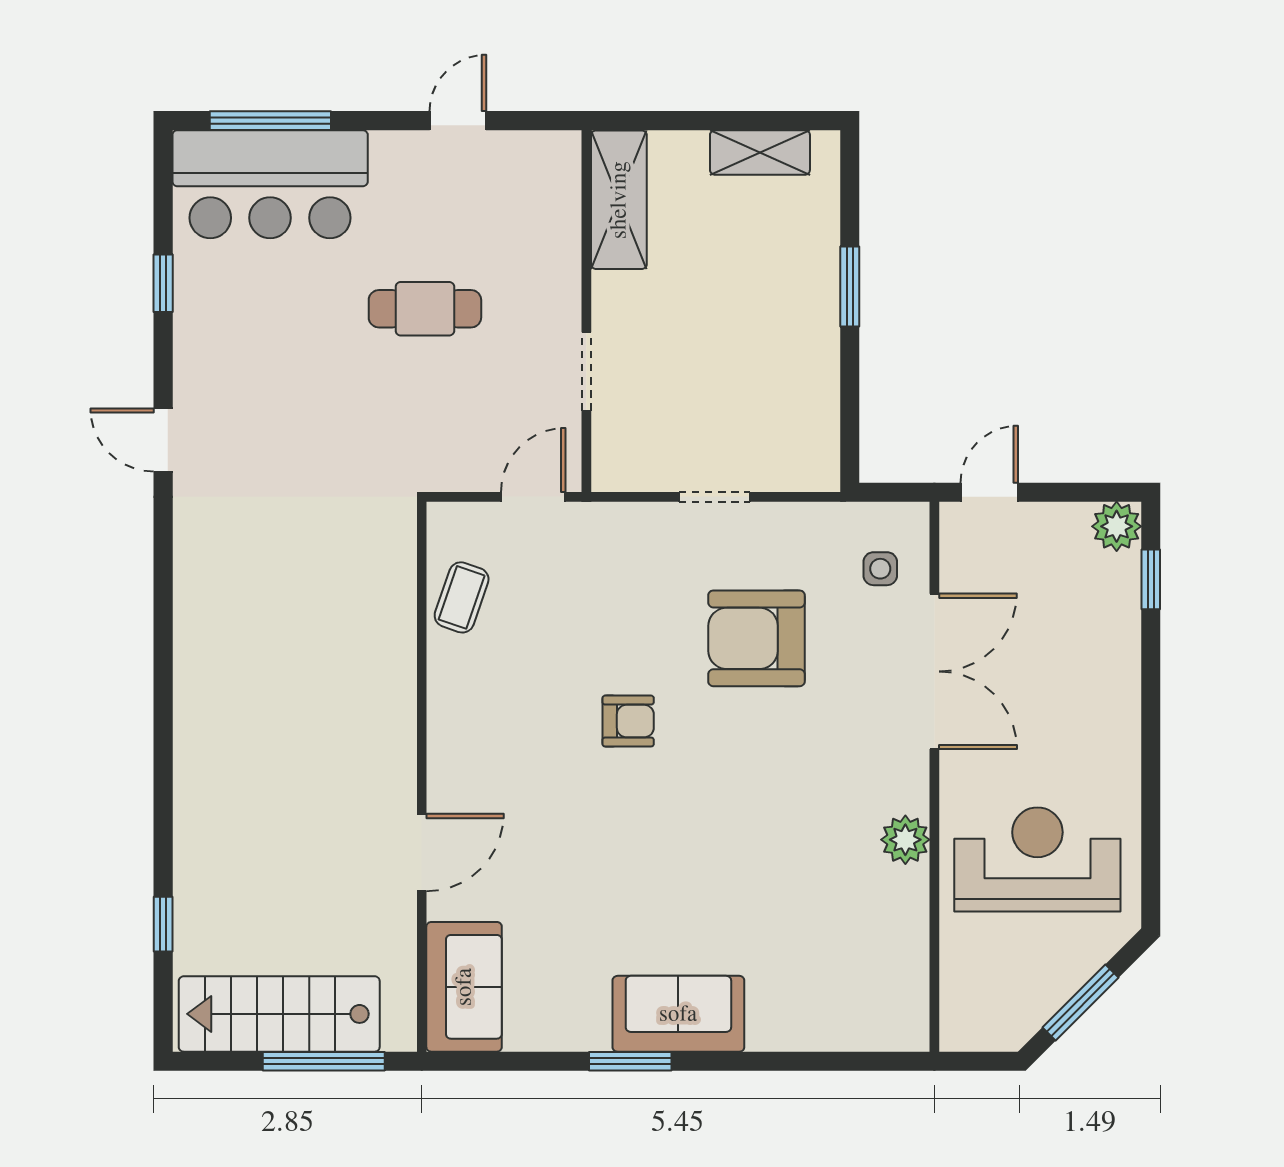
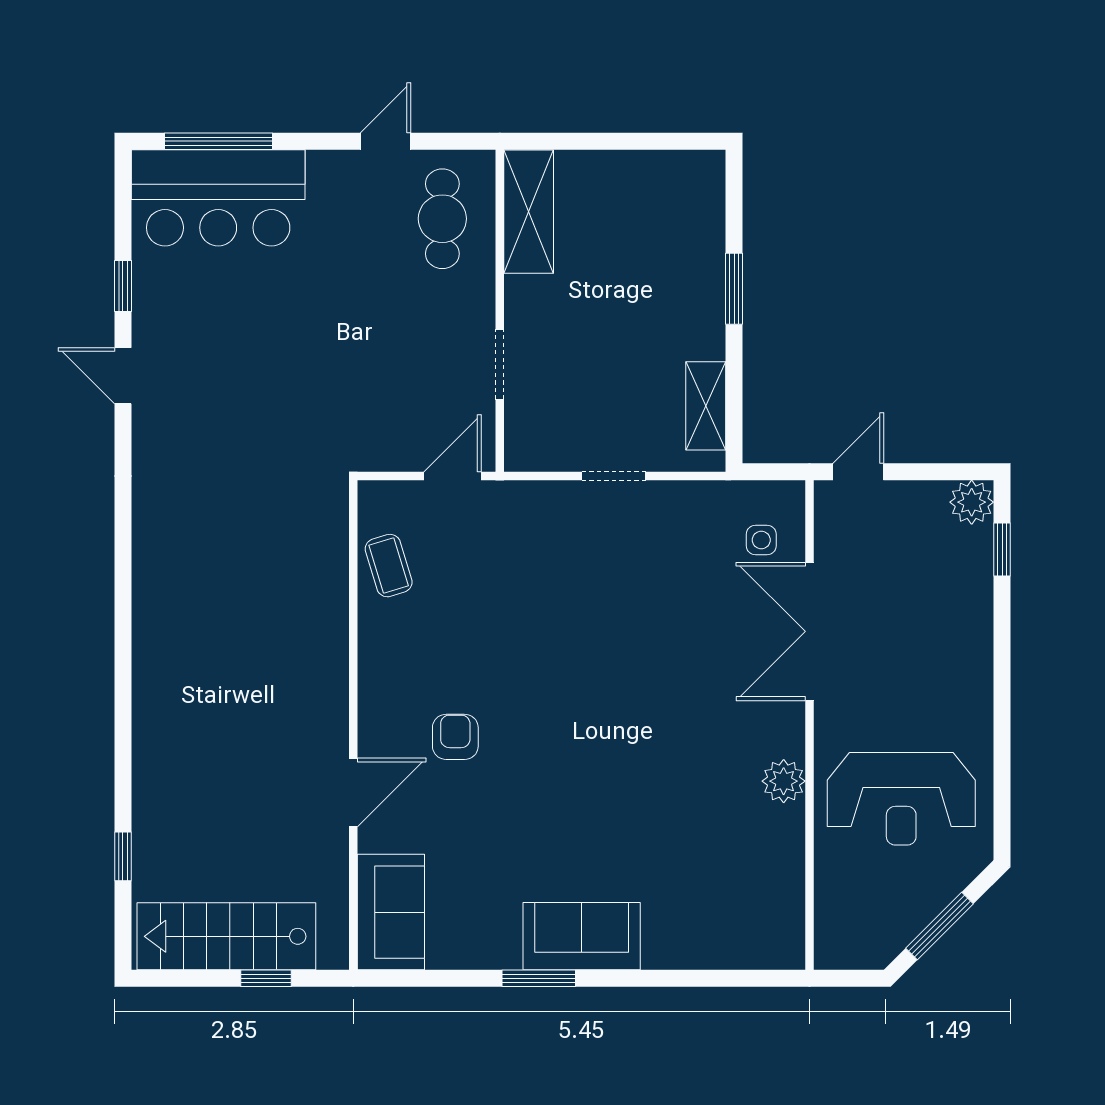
shelving: (760, 152) -> (706, 406), moved, turned 90
cafe table: (425, 309) -> (442, 219), moved, turned 90
door: (163, 440) -> (123, 376), moved
coffee table: (462, 597) -> (389, 566), turned -36
armchair: (757, 638) -> (651, 602), removed
double door: (934, 671) -> (809, 631), swing flipped
armchair: (628, 721) -> (455, 737), moved, turned -90
reception desk: (1037, 859) -> (901, 799), turned 180
window: (324, 1061) -> (266, 978), width x0.46

